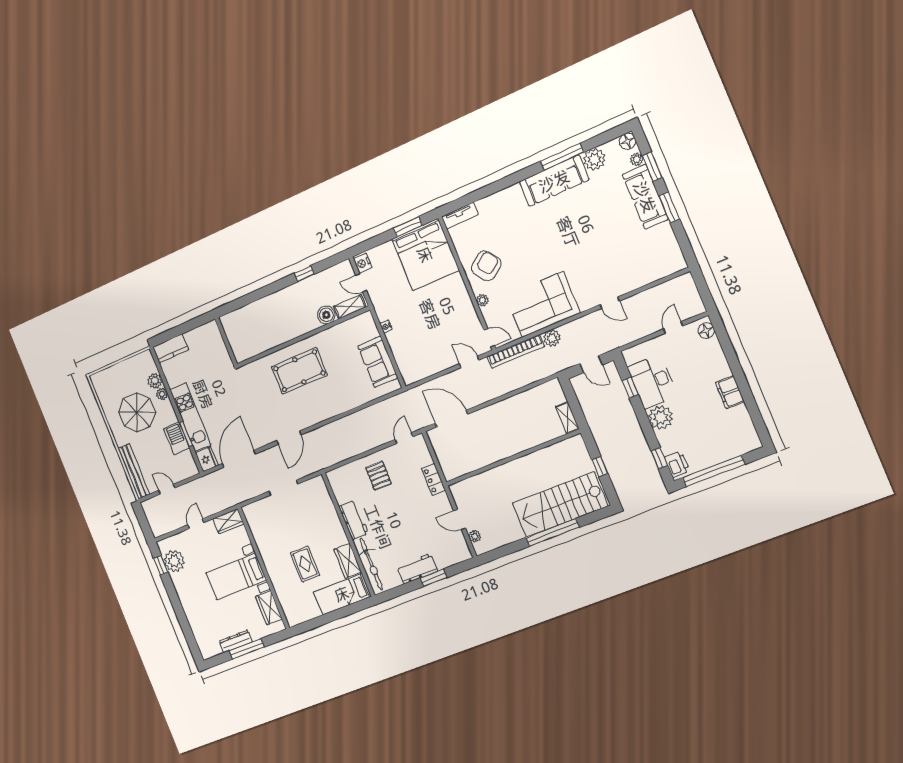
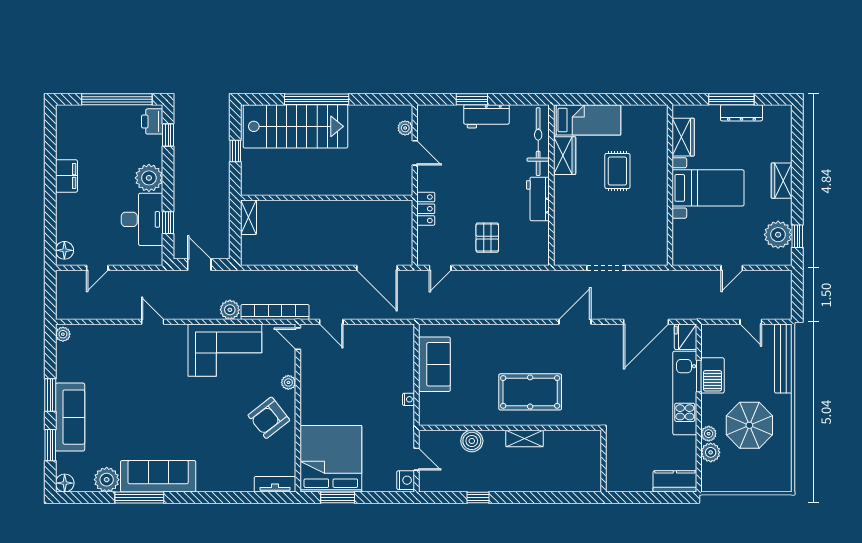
plant: (637, 159) -> (63, 334), moved
shelving: (350, 307) -> (524, 438), moved
wardrobe: (228, 521) -> (782, 181), moved, turned -90

